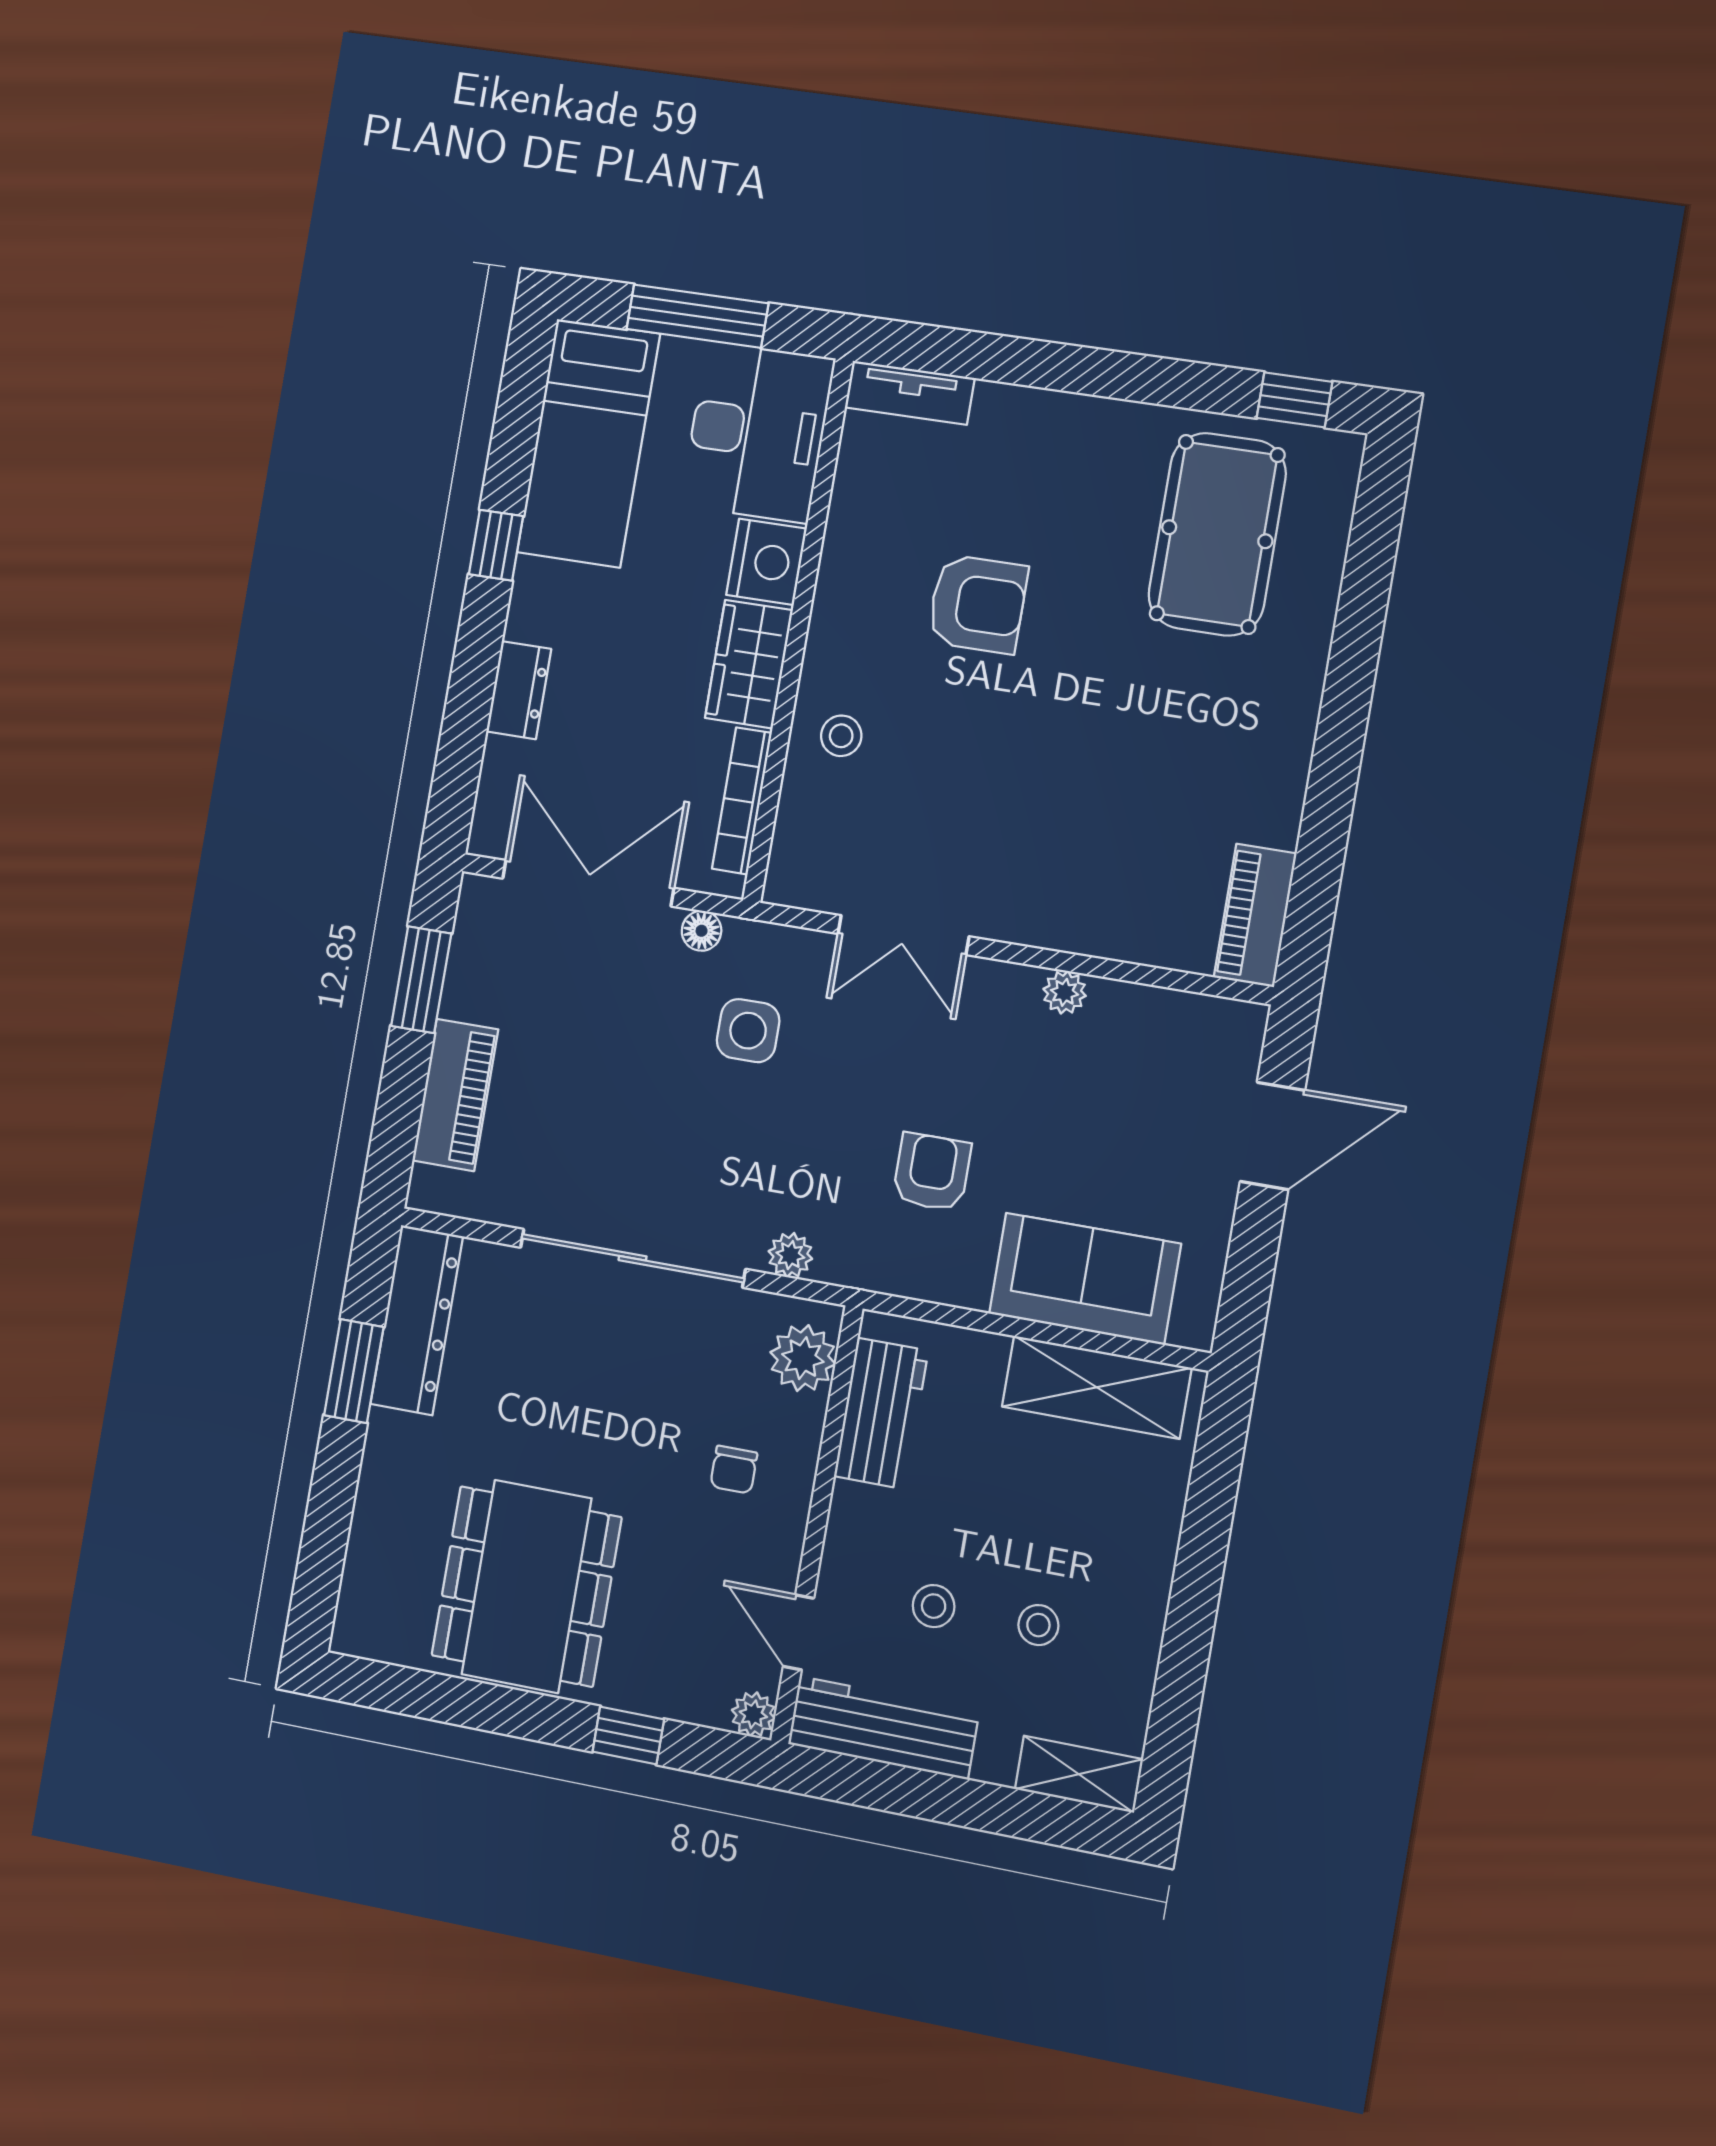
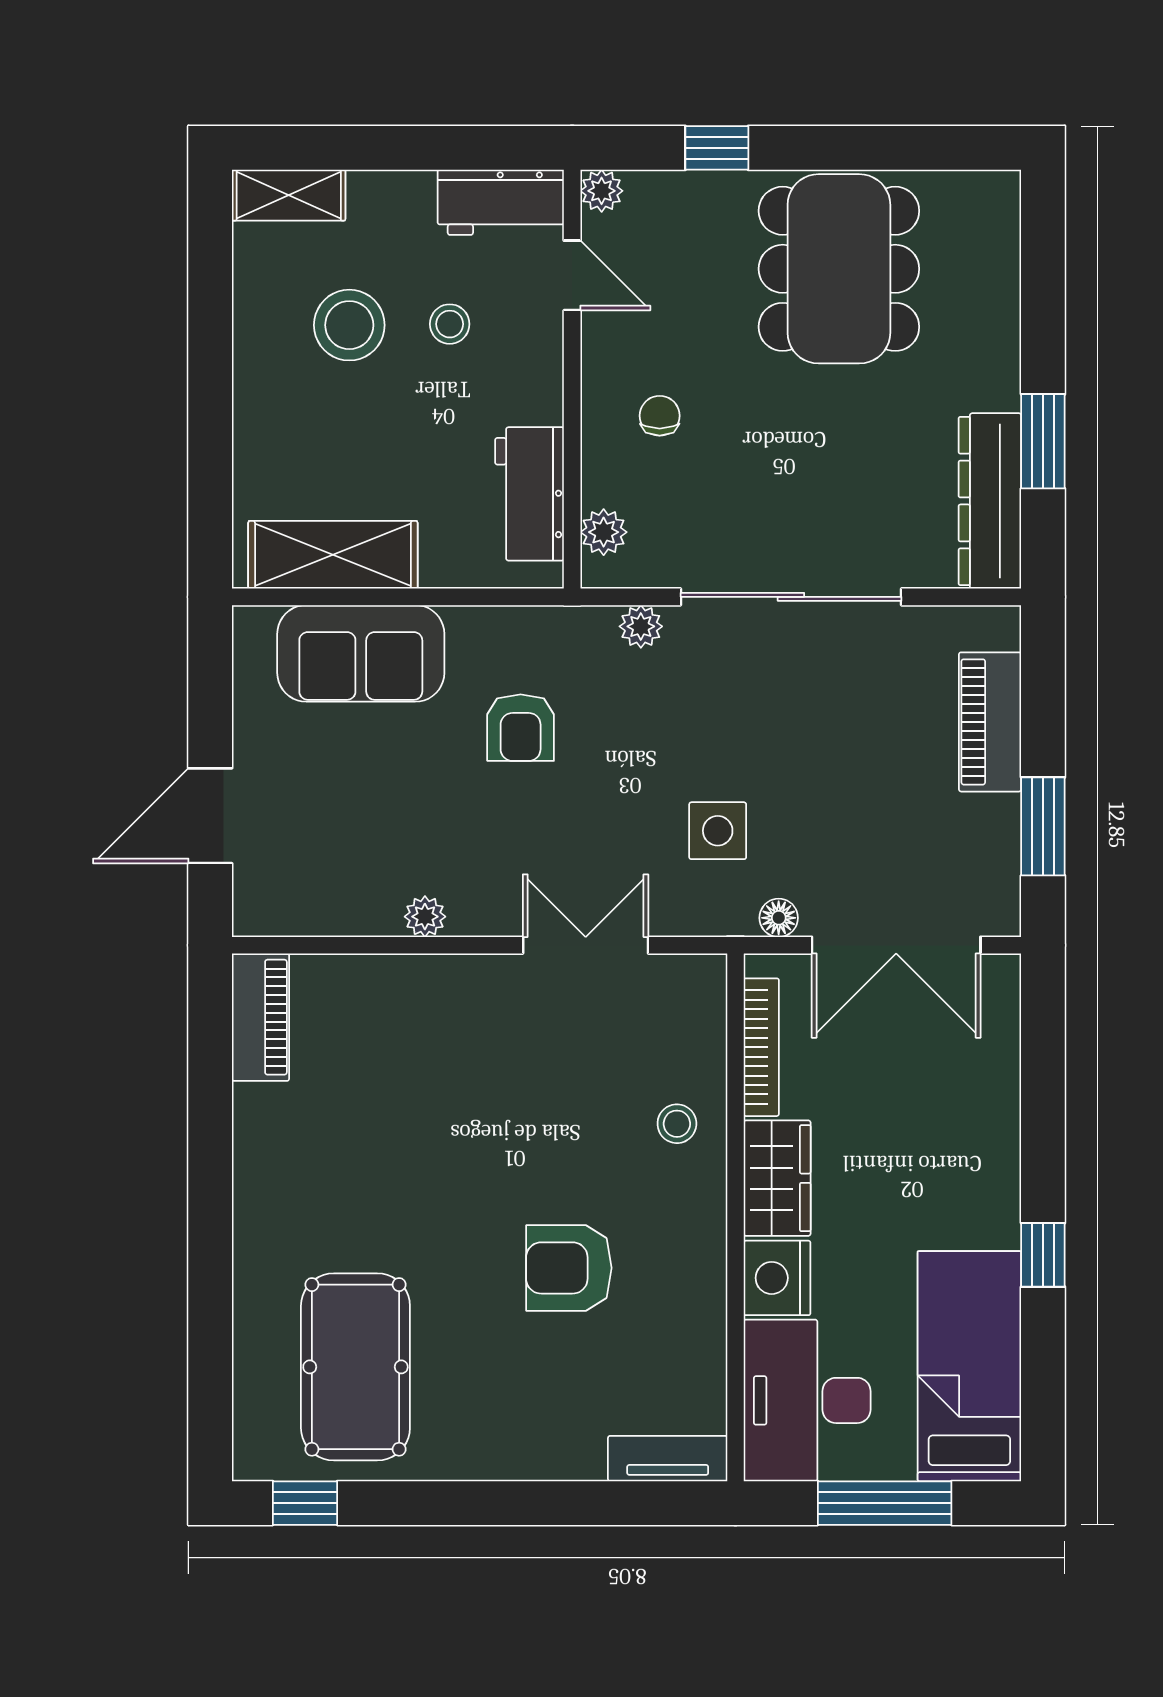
dresser: (519, 690) -> (996, 1119), removed
plant: (803, 1358) -> (604, 532), width x0.73, depth x0.73
stool: (1038, 1625) -> (349, 325), width x1.89, depth x1.89
workbench: (883, 1728) -> (501, 202), width x0.73

